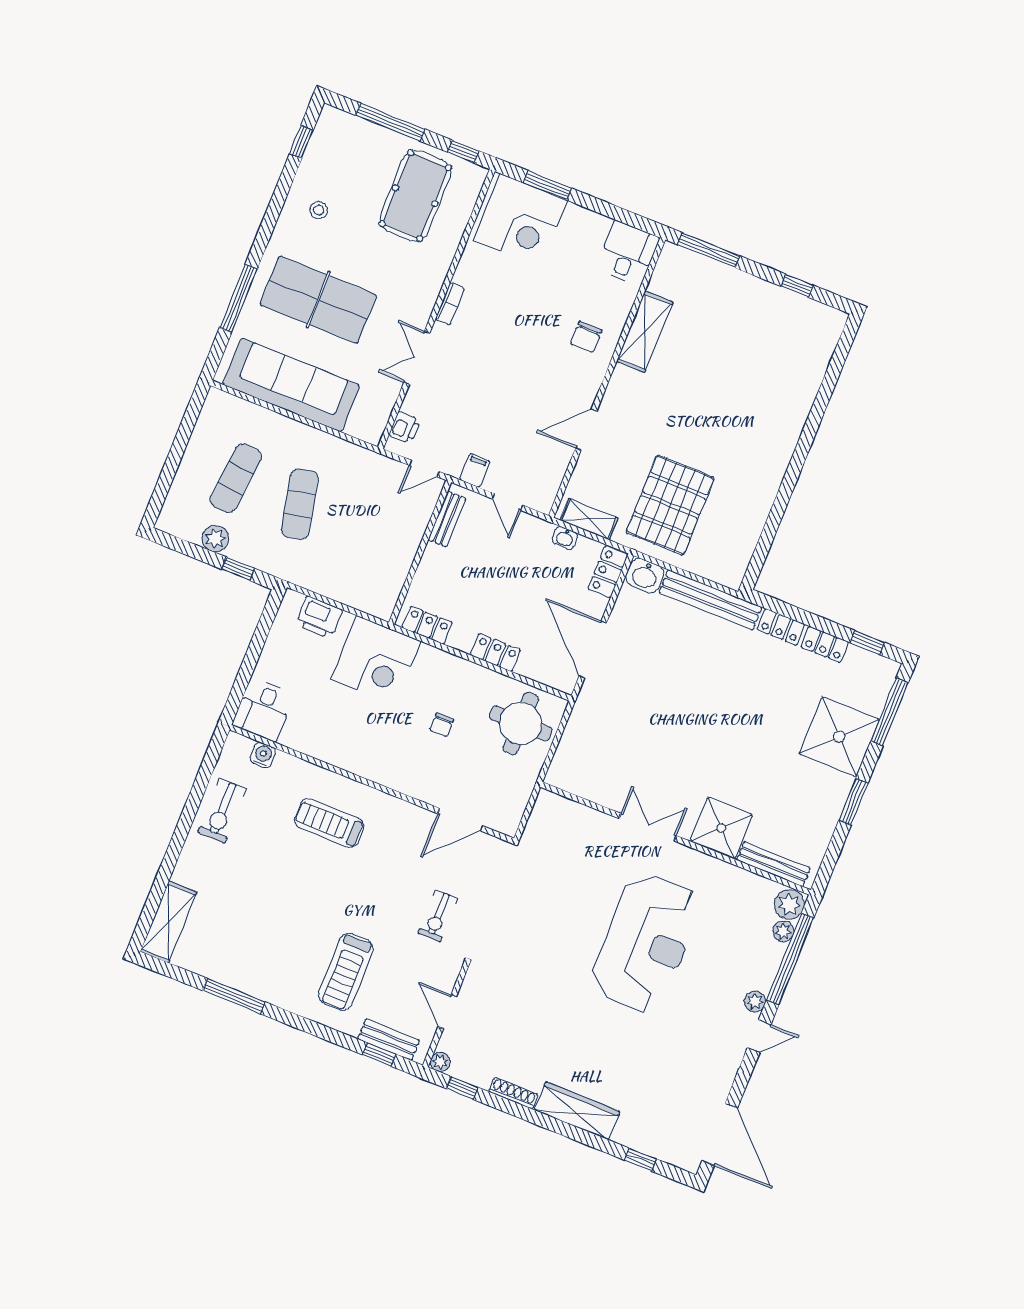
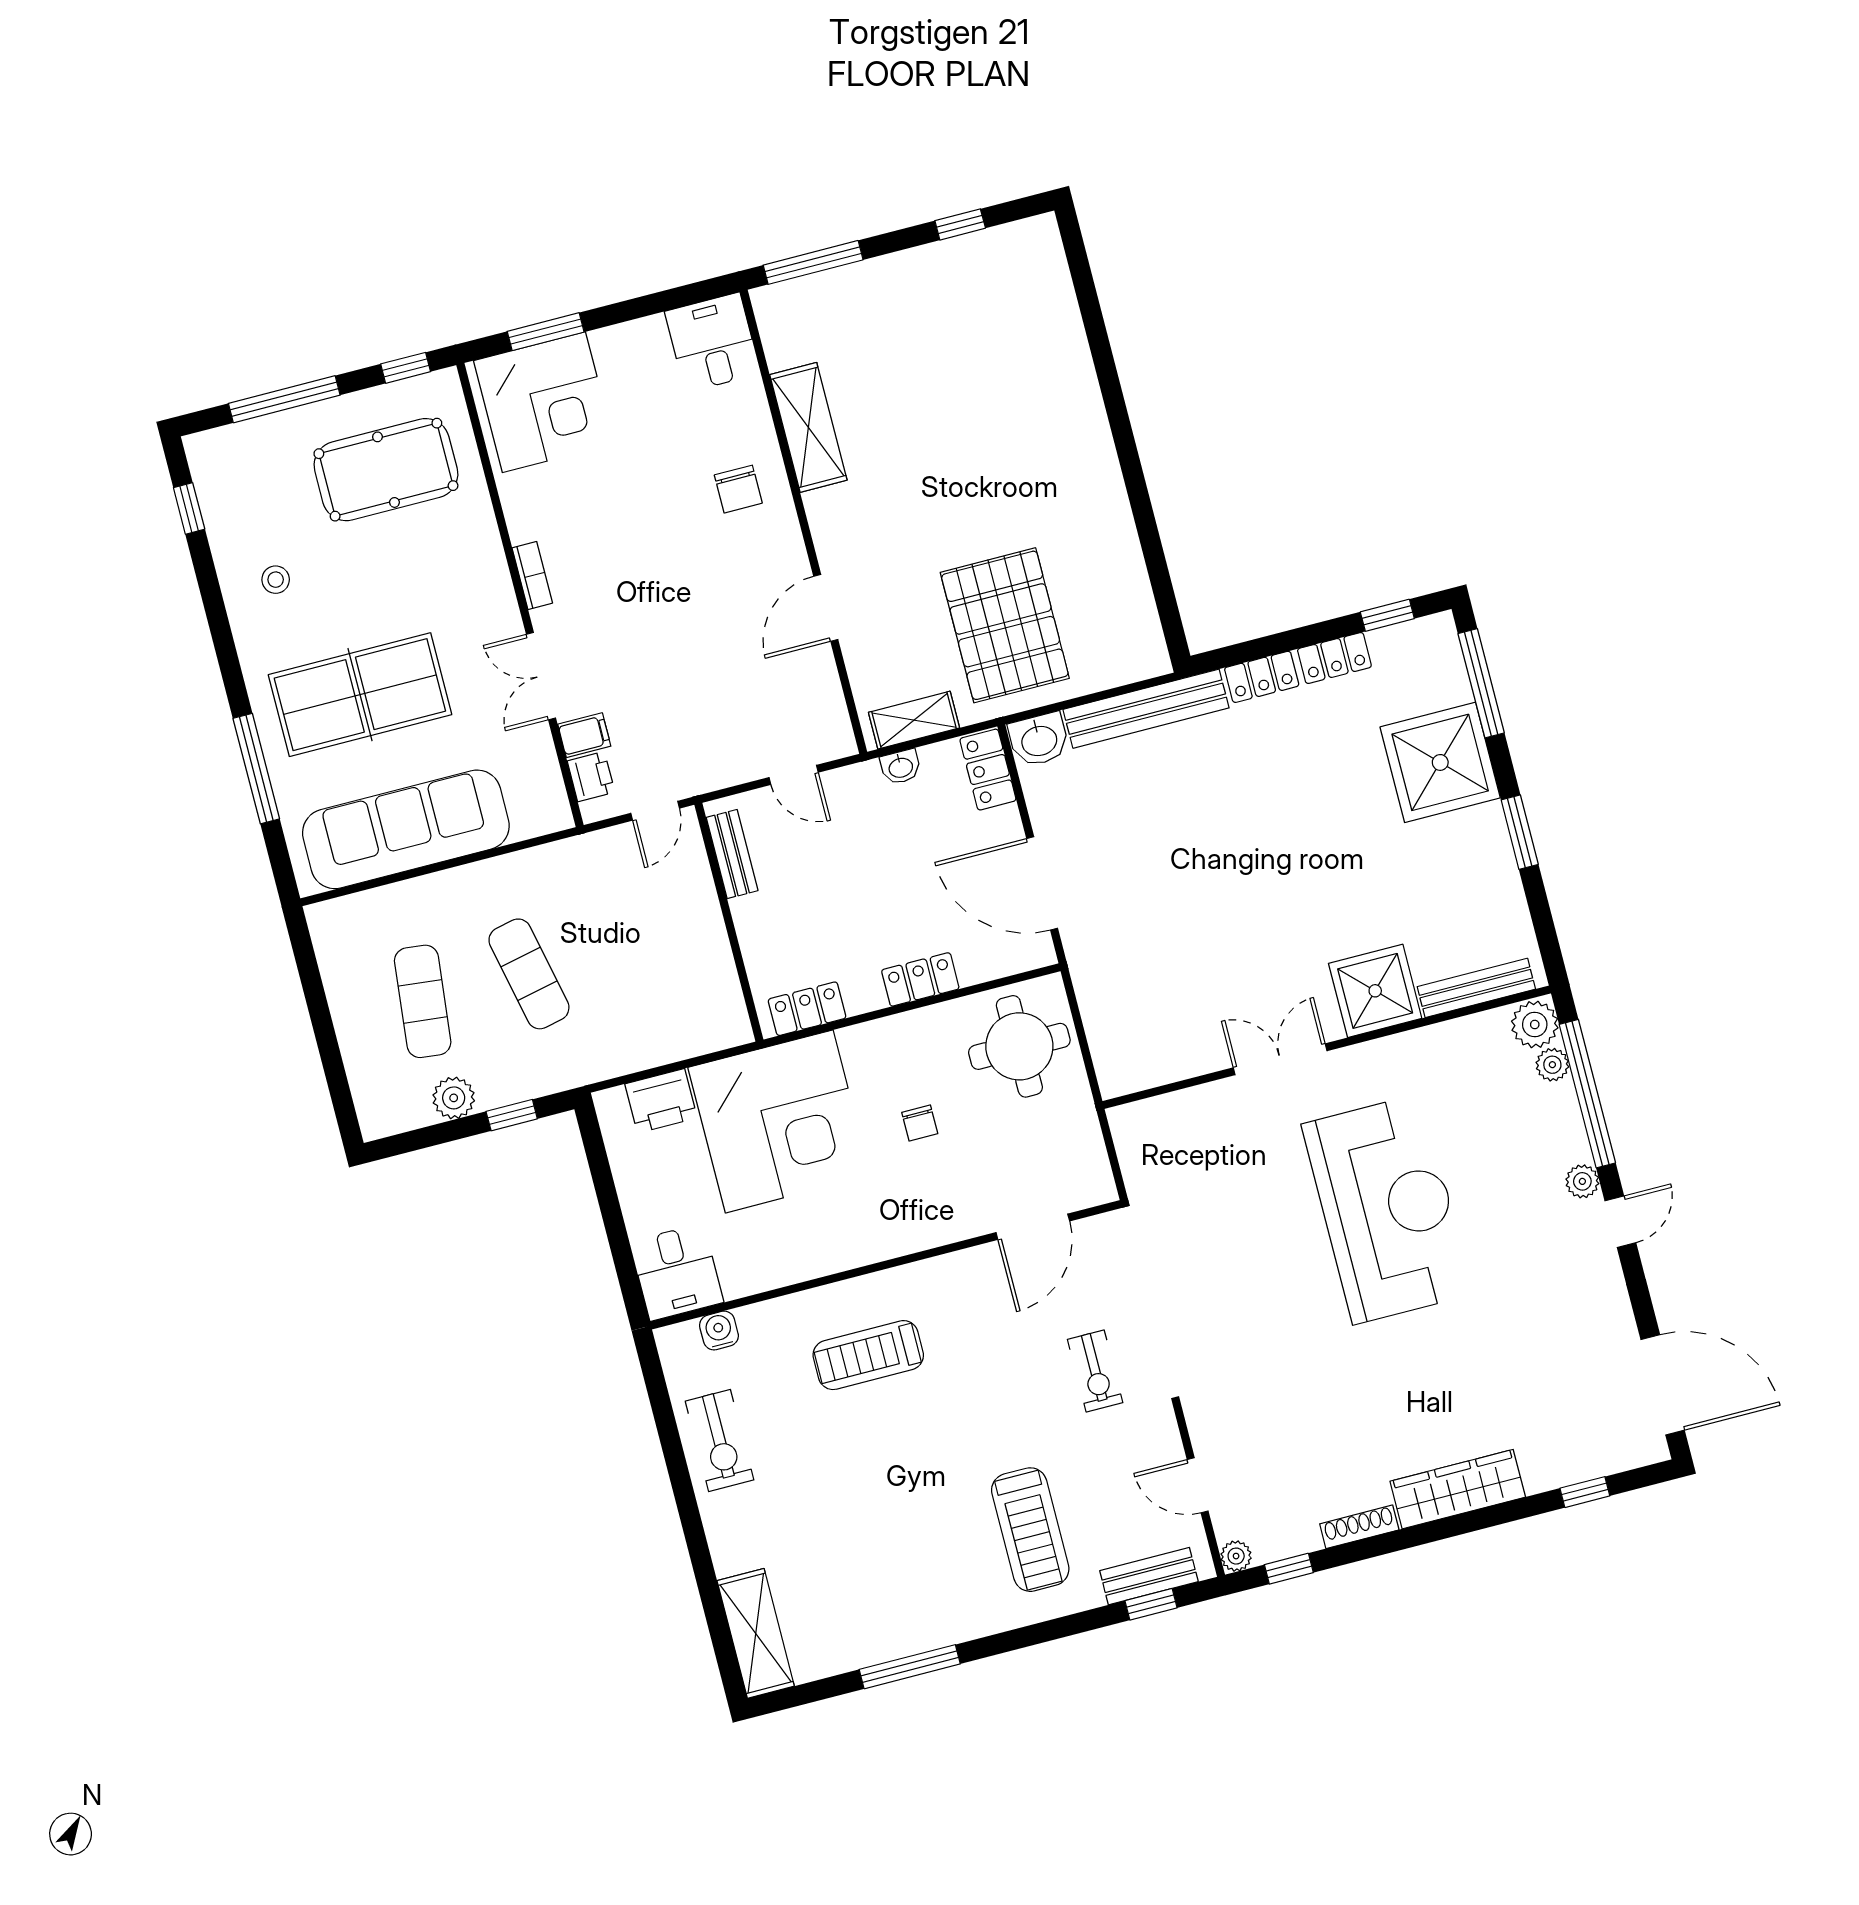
pool table: (415, 196) -> (386, 470), turned 90
filing cabinet: (475, 470) -> (584, 735), moved, turned 90
corner desk: (376, 660) -> (779, 1121), width x1.36, depth x1.36

